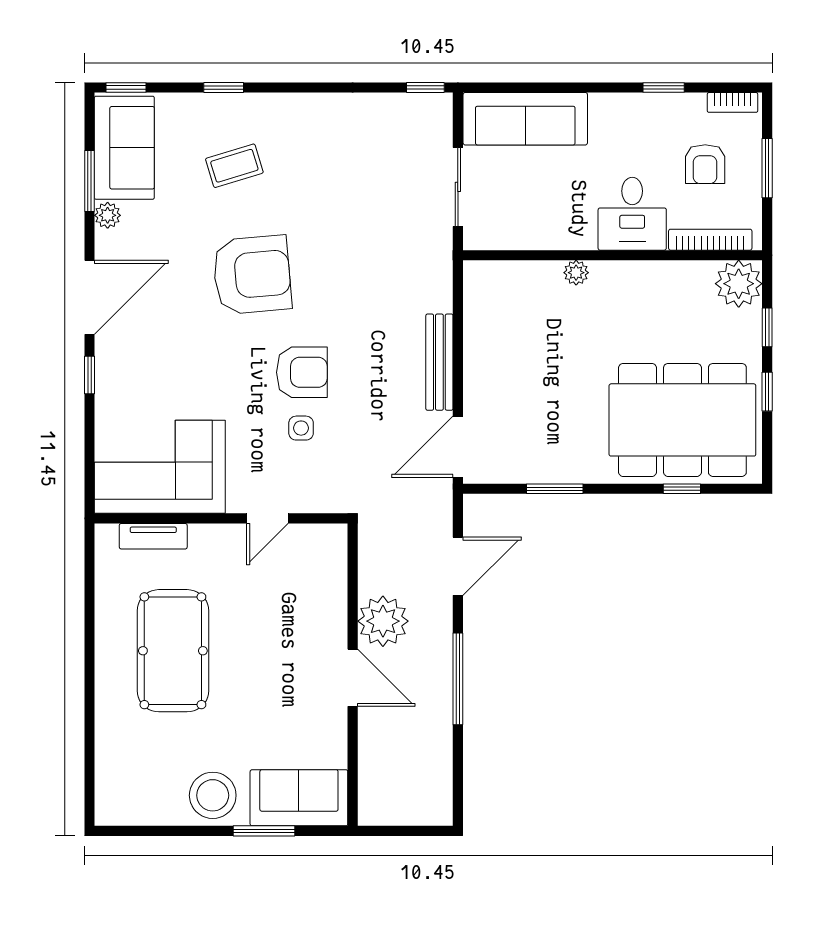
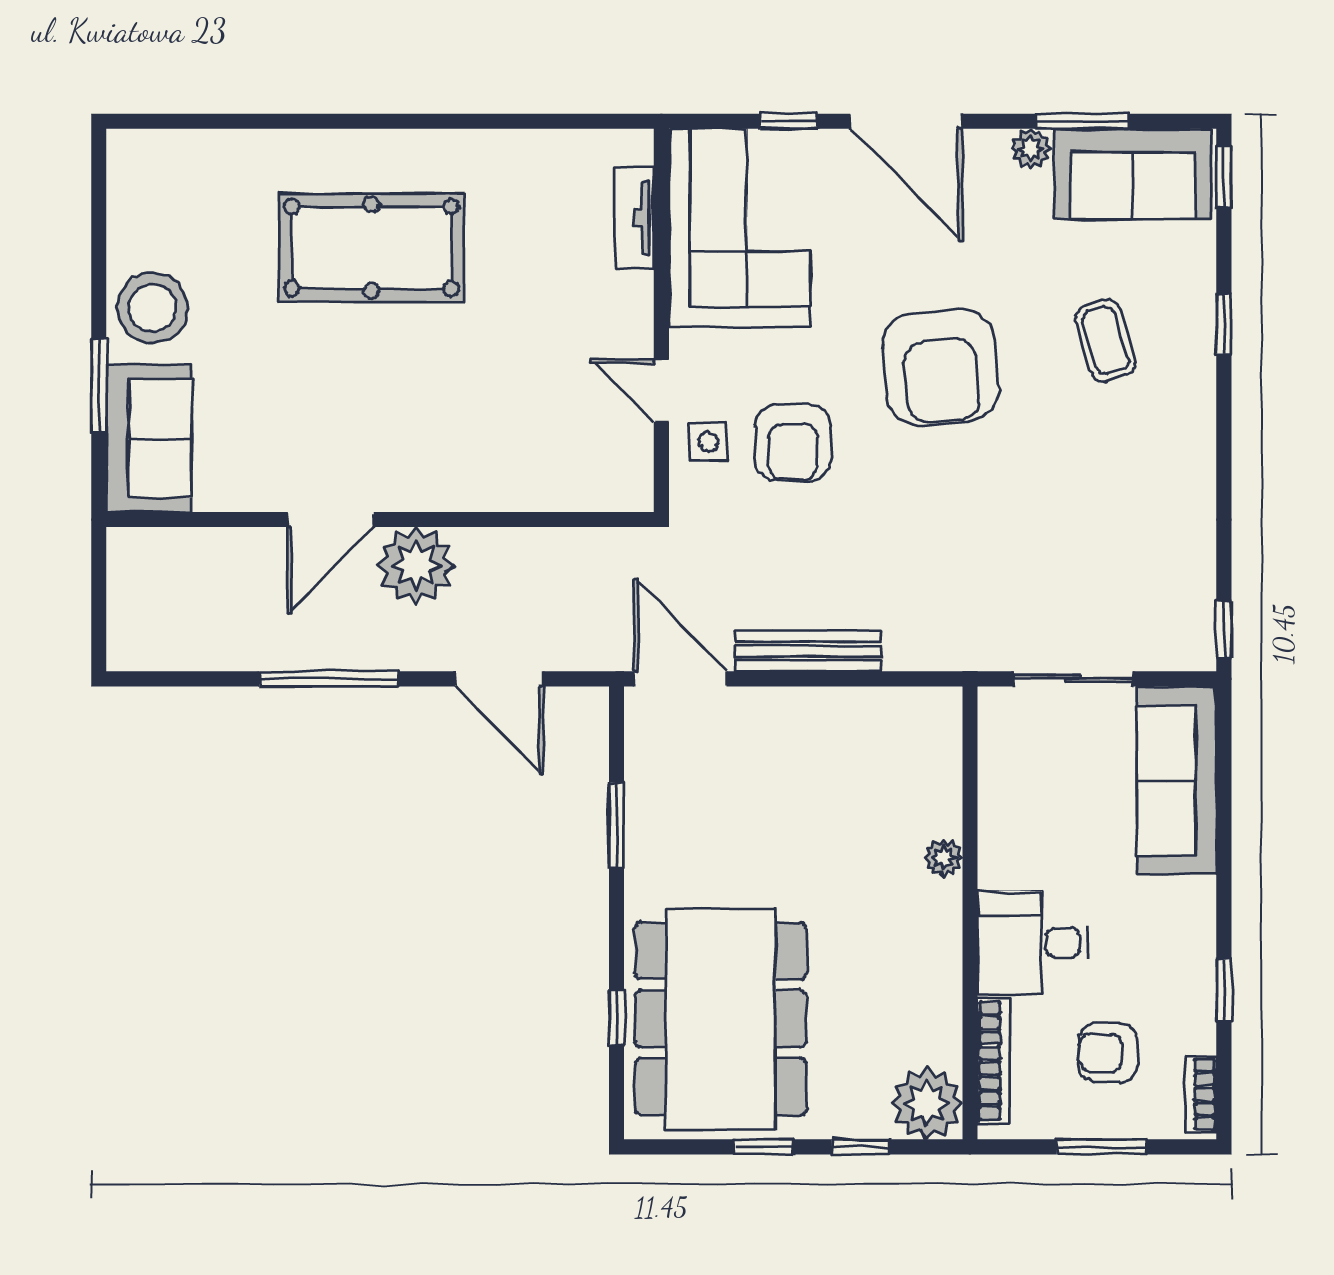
corner sofa: (160, 467) -> (739, 228), moved
wall: (221, 518) -> (661, 320), moved
door: (267, 518) -> (661, 391), moved
tv unit: (153, 536) -> (634, 218), moved

